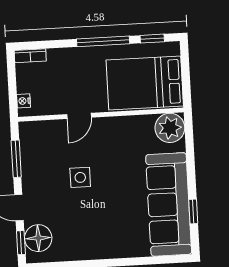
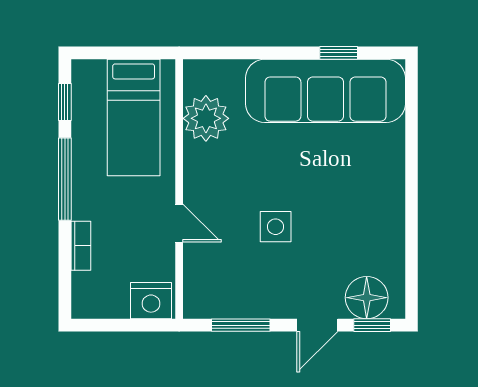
bookcase: (30, 56) -> (81, 246), moved
bed: (145, 83) -> (134, 118), width x0.67
nightstand: (23, 101) -> (151, 301), width x1.89, depth x1.79
plant: (170, 128) -> (206, 118), moved

